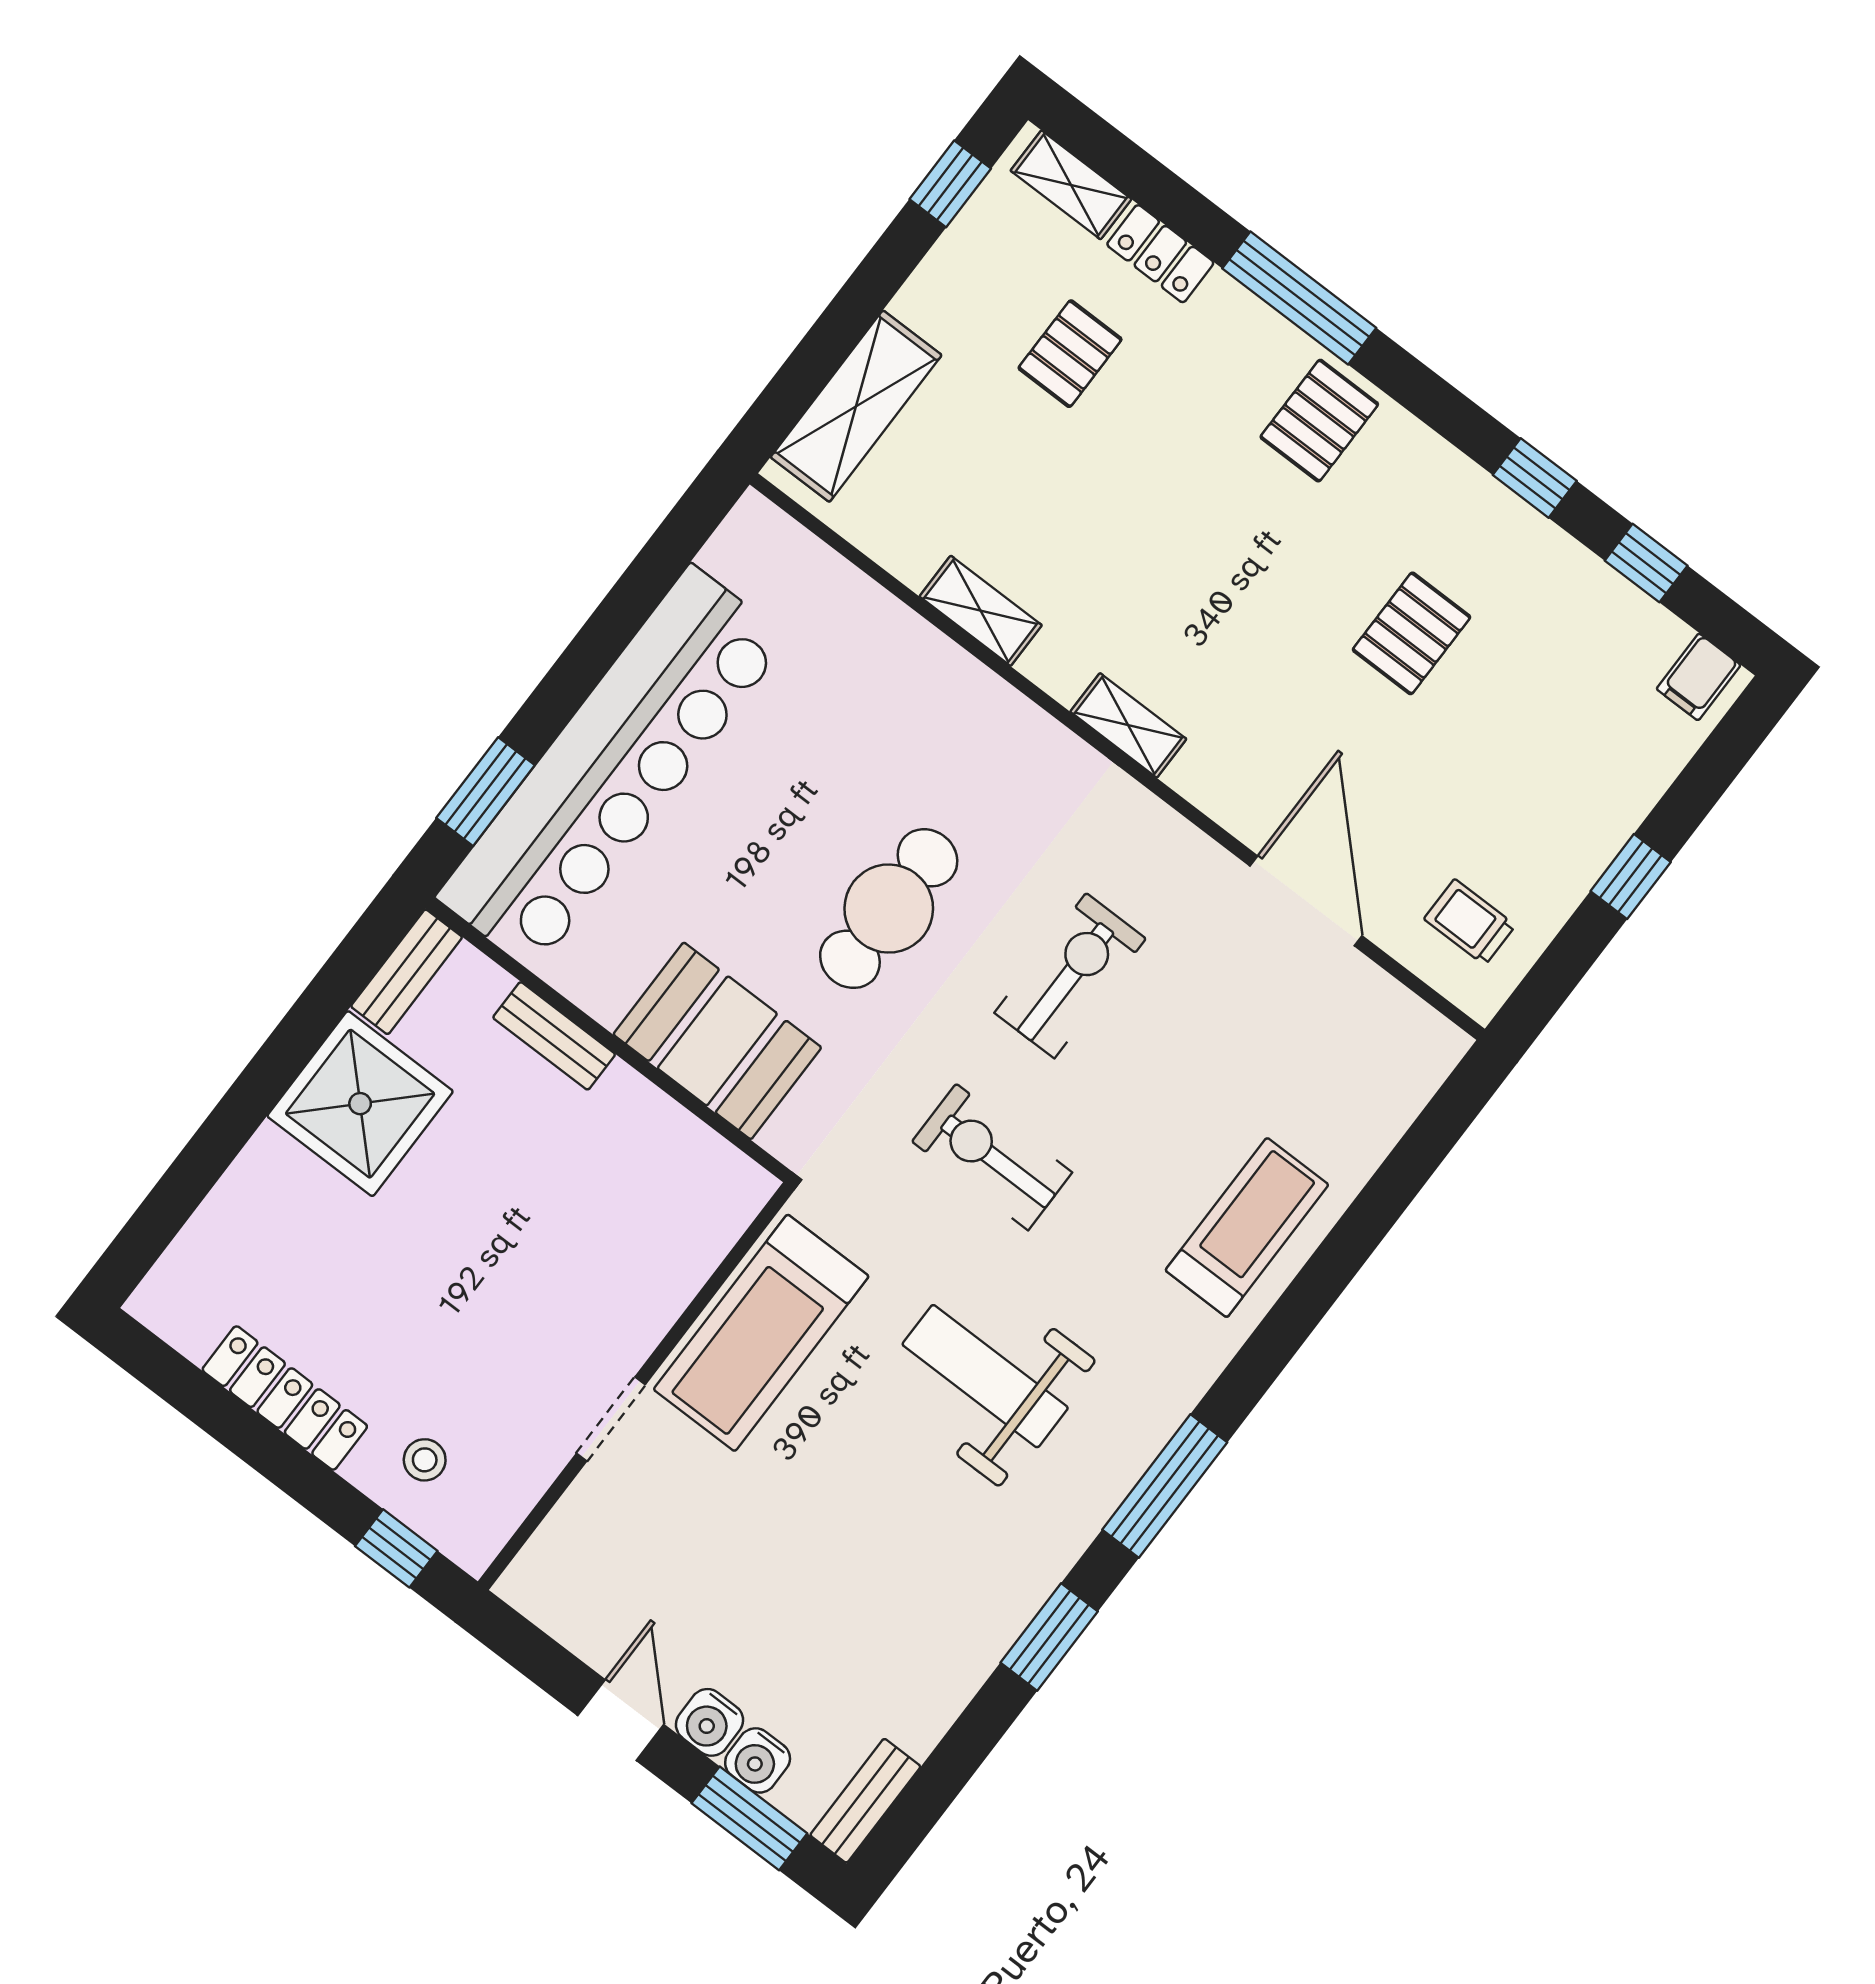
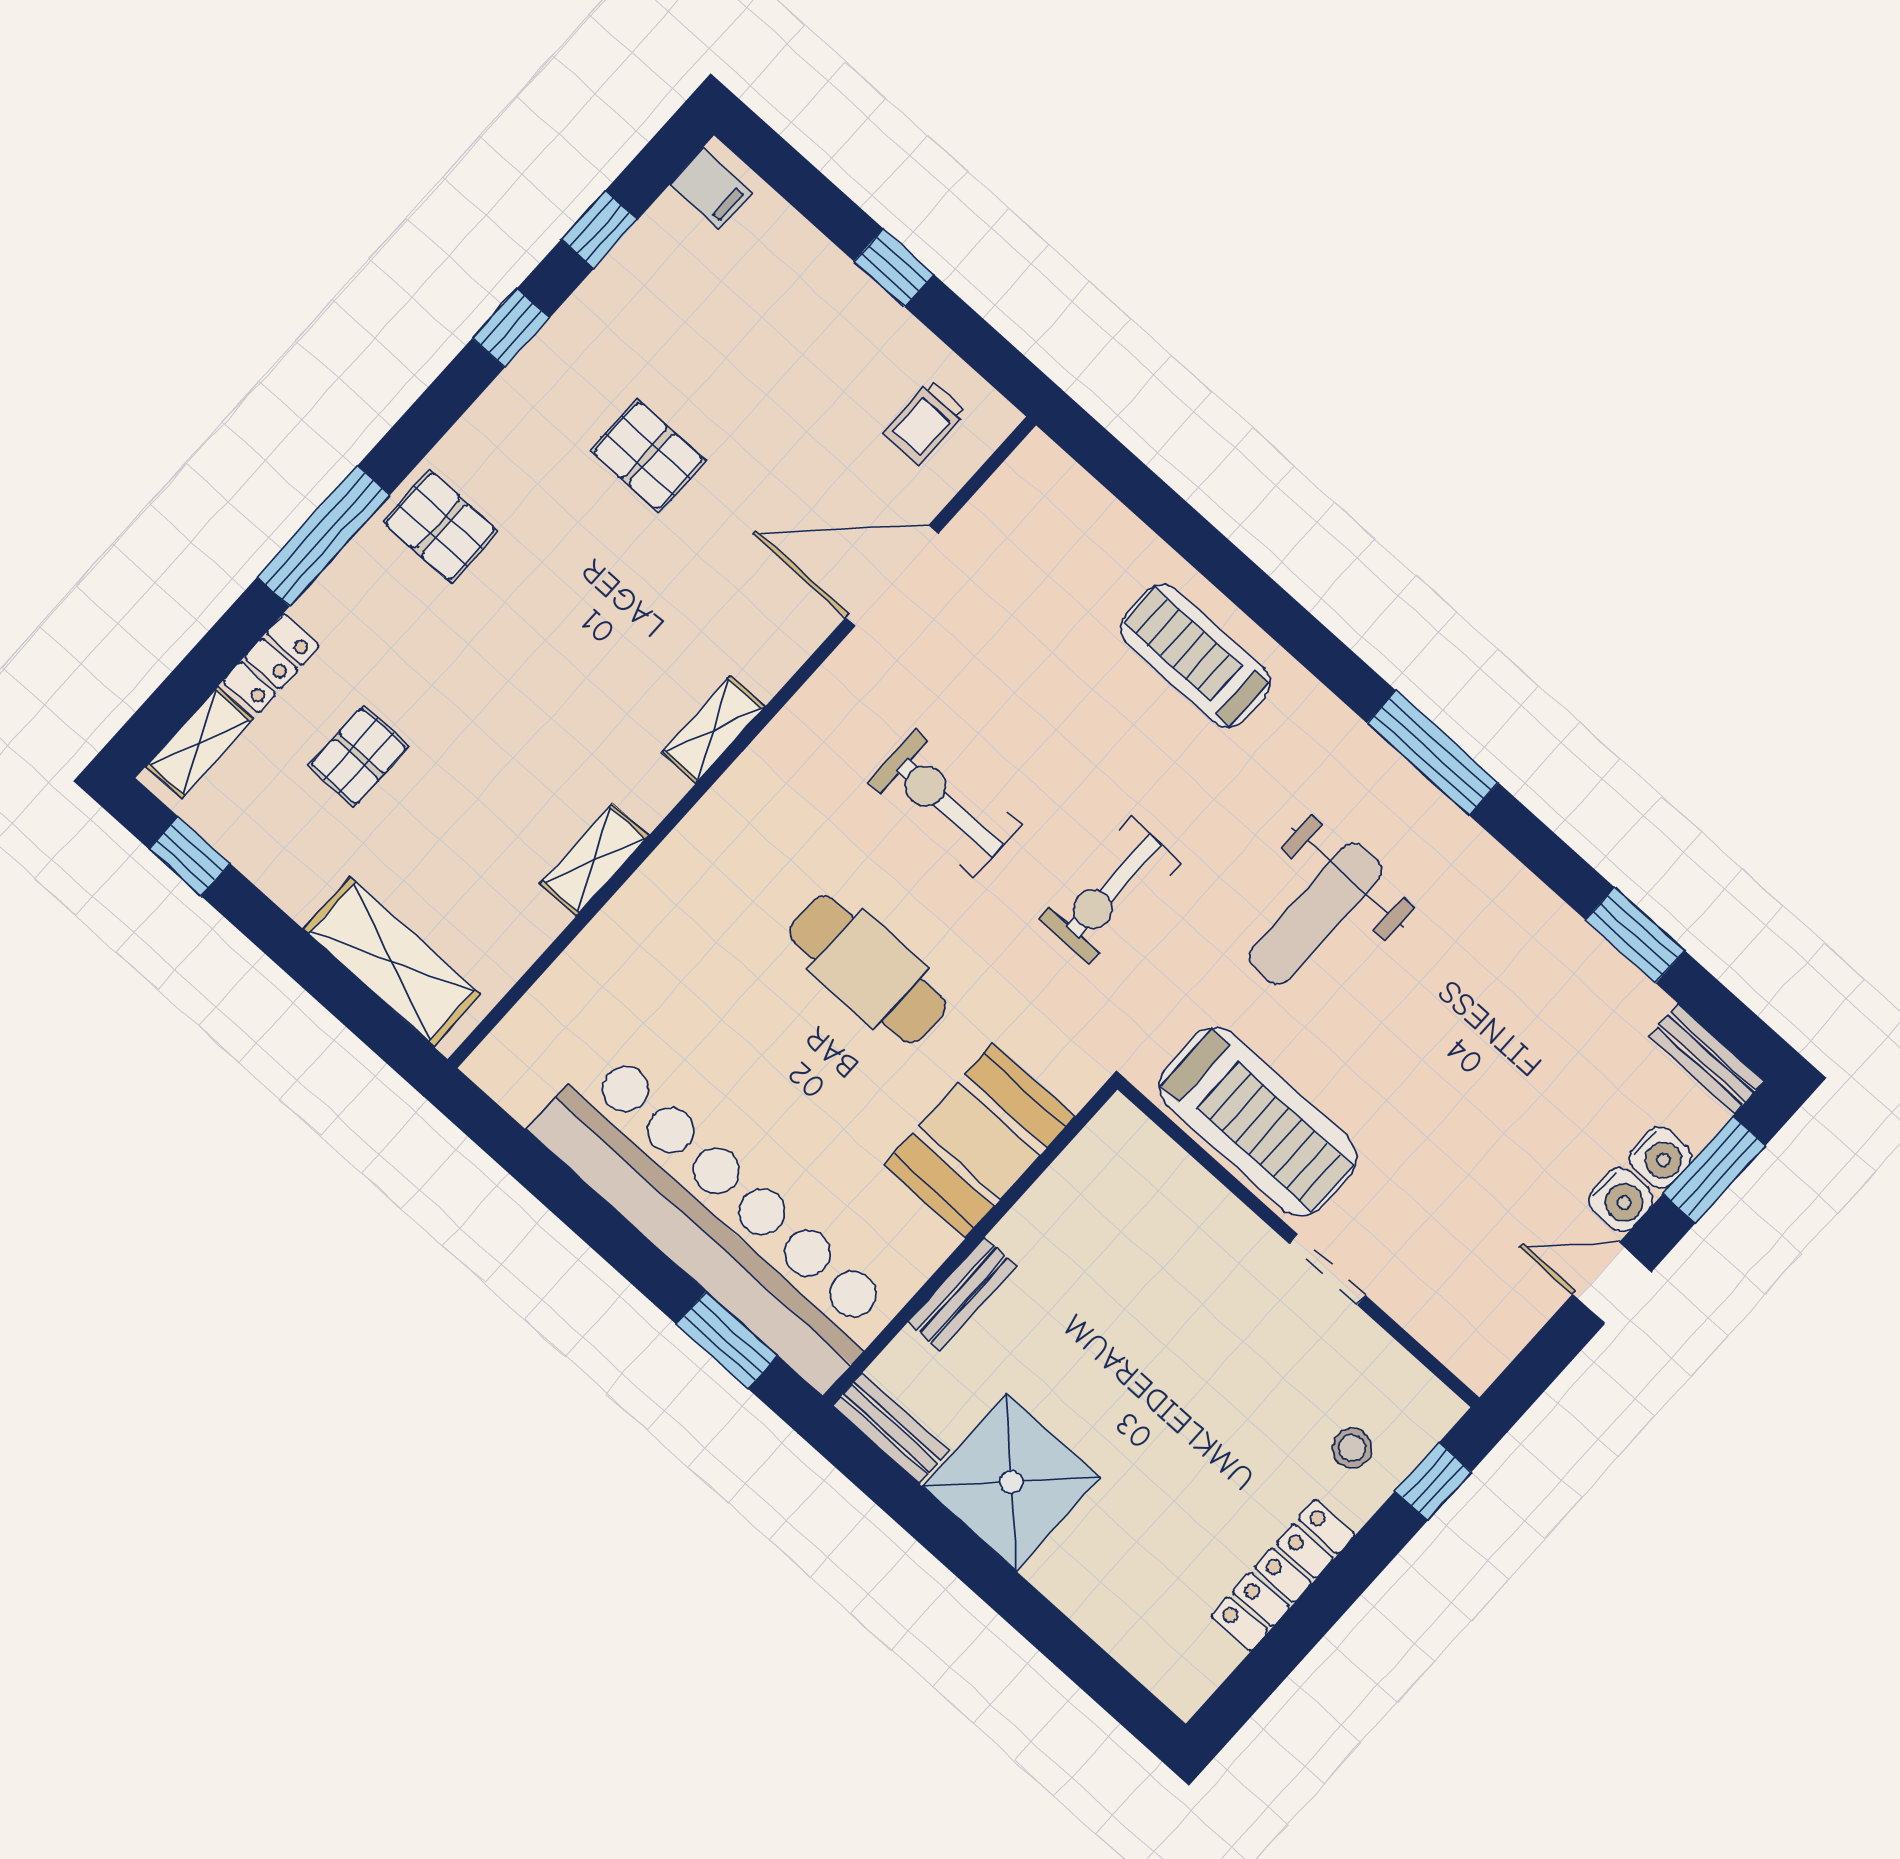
pallet: (1070, 354) -> (359, 756), turned 90
window: (1049, 1637) -> (1635, 935), moved

